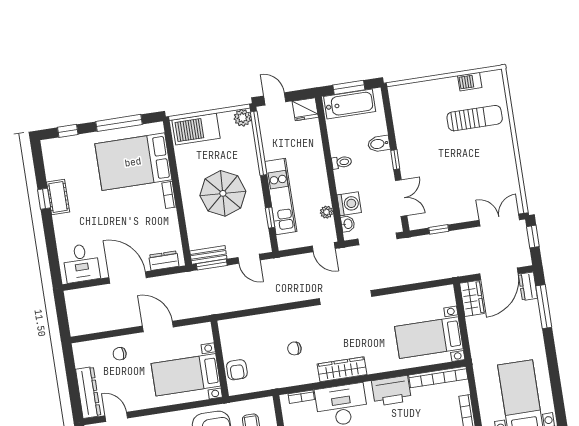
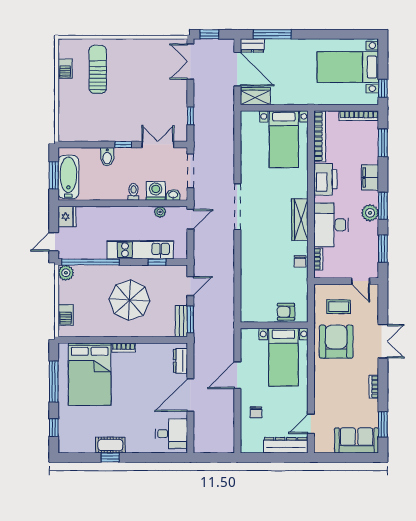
barbecue: (196, 129) -> (66, 315), width x0.53, depth x0.65
toilet: (342, 162) -> (133, 192), moved
chair: (294, 348) -> (300, 261), moved
armchair: (237, 370) -> (286, 312), turned 180

